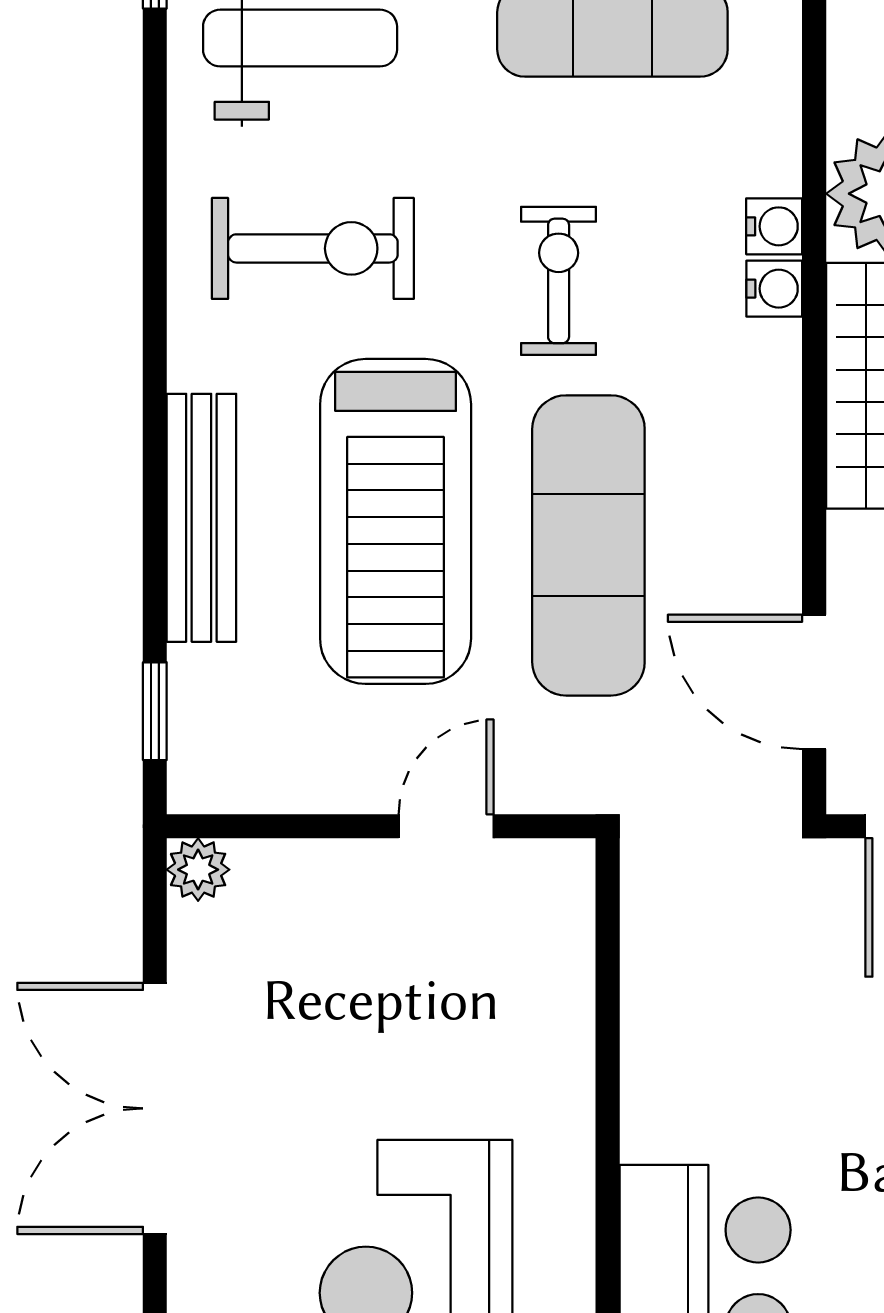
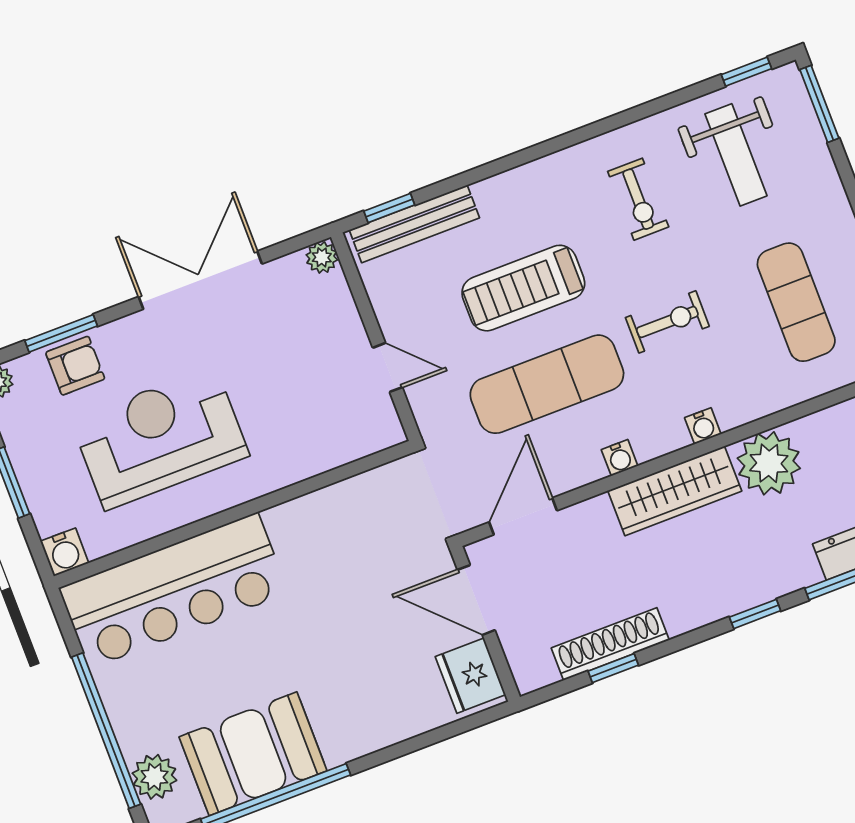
water cooler: (774, 226) -> (620, 458), moved
exercise bike: (313, 248) -> (638, 199), width x0.73, depth x0.72
bench: (201, 518) -> (414, 224), moved
treadmill: (396, 521) -> (523, 288), width x0.73, depth x0.73

